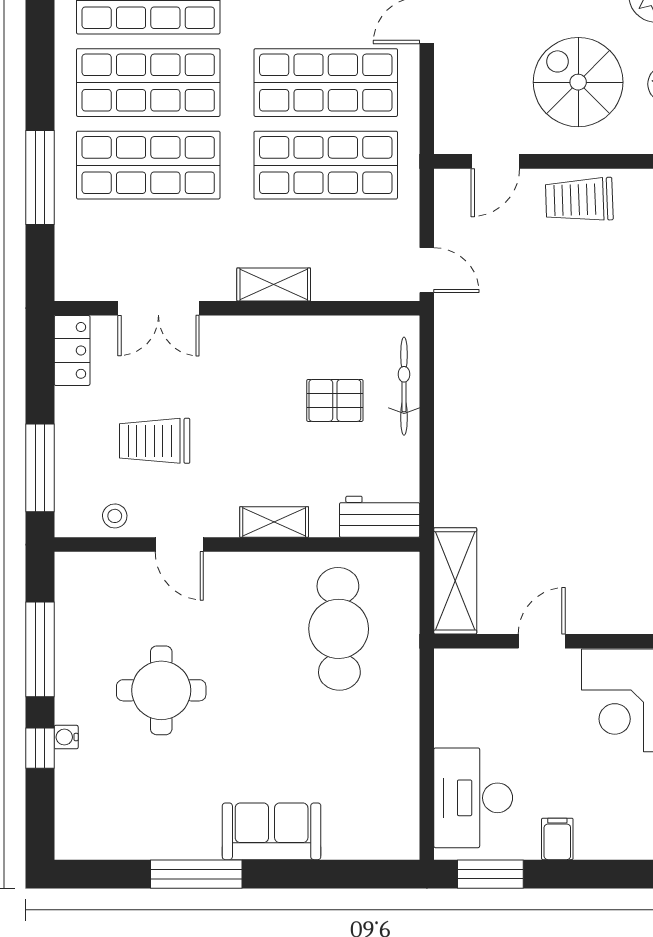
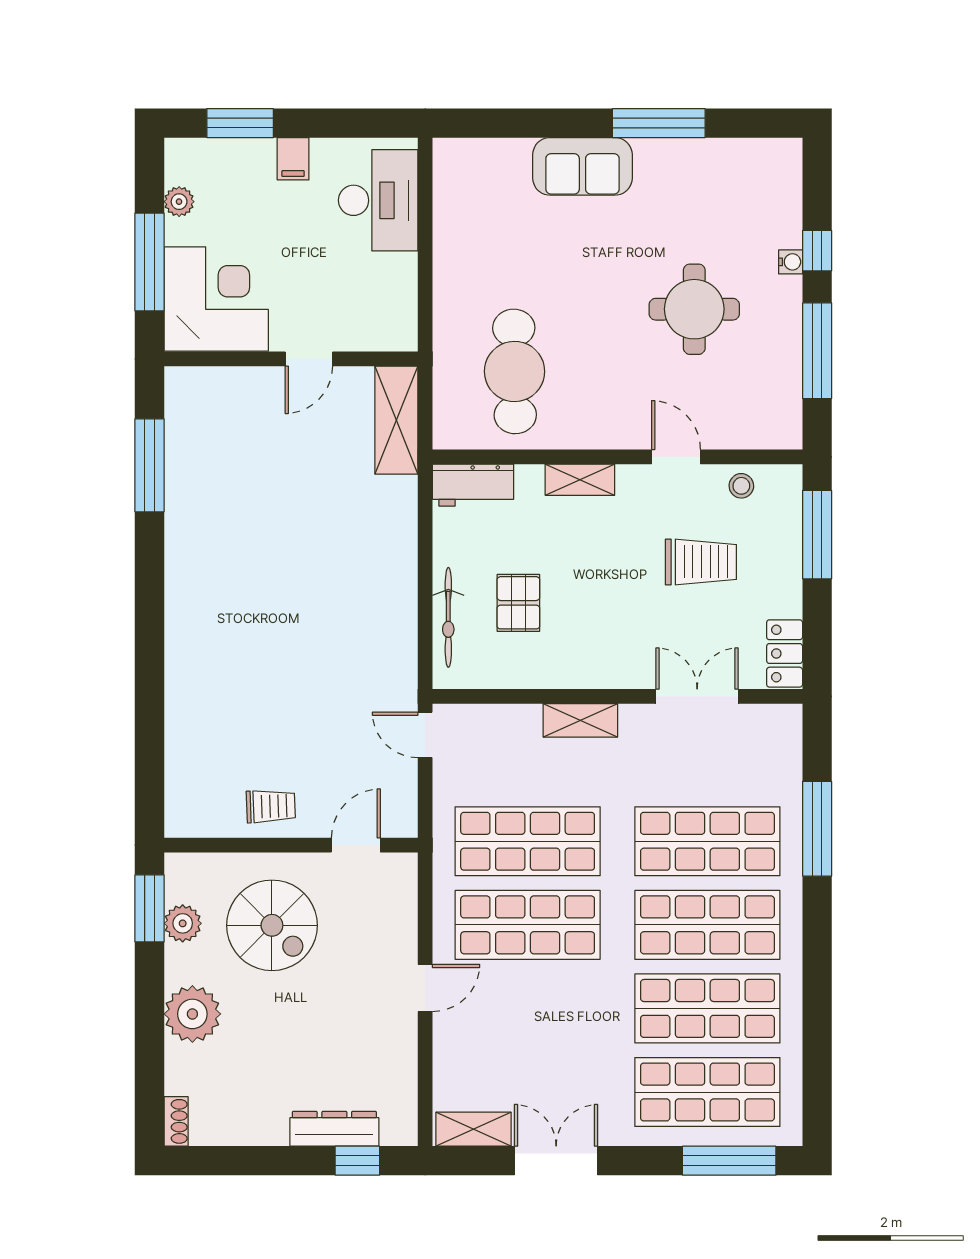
trolley: (579, 200) -> (271, 806), width x0.73, depth x0.72
pallet: (335, 400) -> (518, 603), turned 90
window: (490, 874) -> (240, 123), moved

